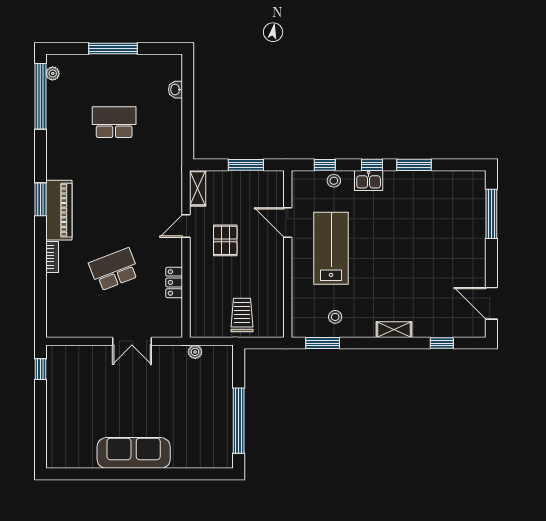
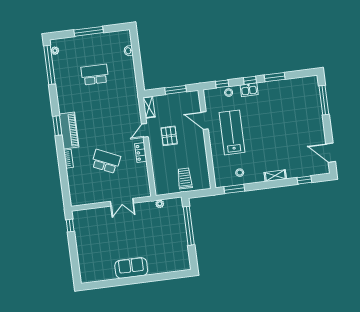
school desk: (114, 269) -> (106, 161), turned 45
locker: (174, 282) -> (141, 153), moved
window: (239, 421) -> (189, 226), moved
sofa: (134, 453) -> (131, 268), width x0.73

